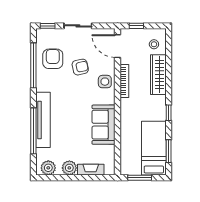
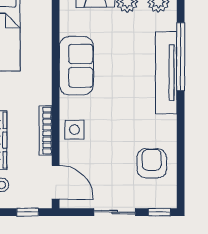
armchair: (53, 59) -> (152, 163), turned 180
window: (33, 65) -> (181, 154), removed
armchair: (80, 67) -> (111, 151), removed

